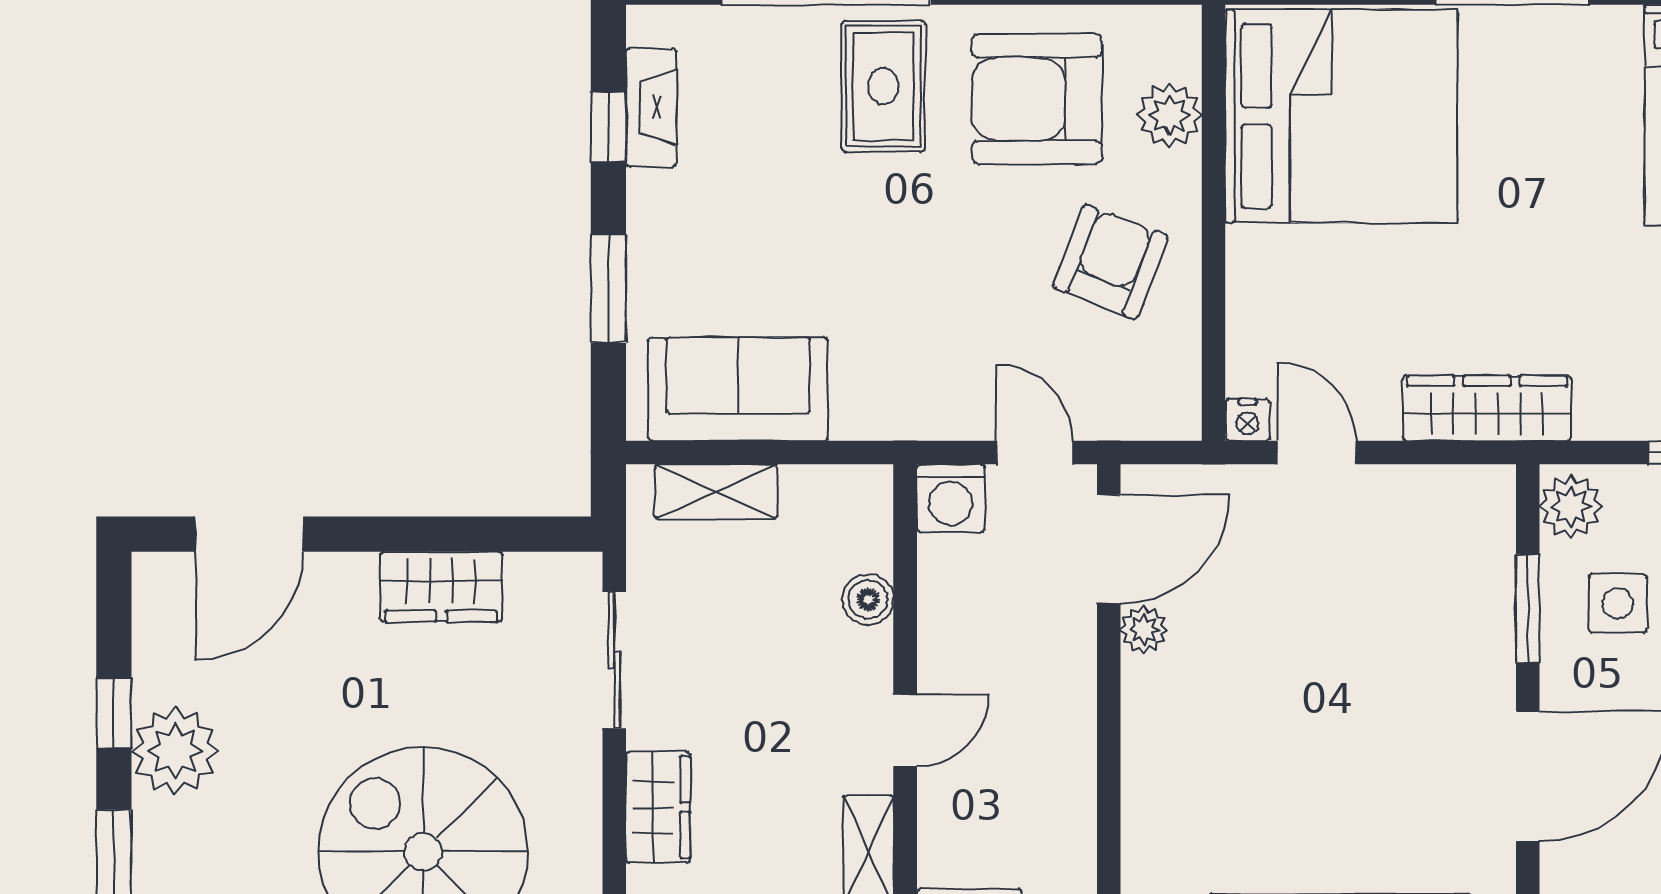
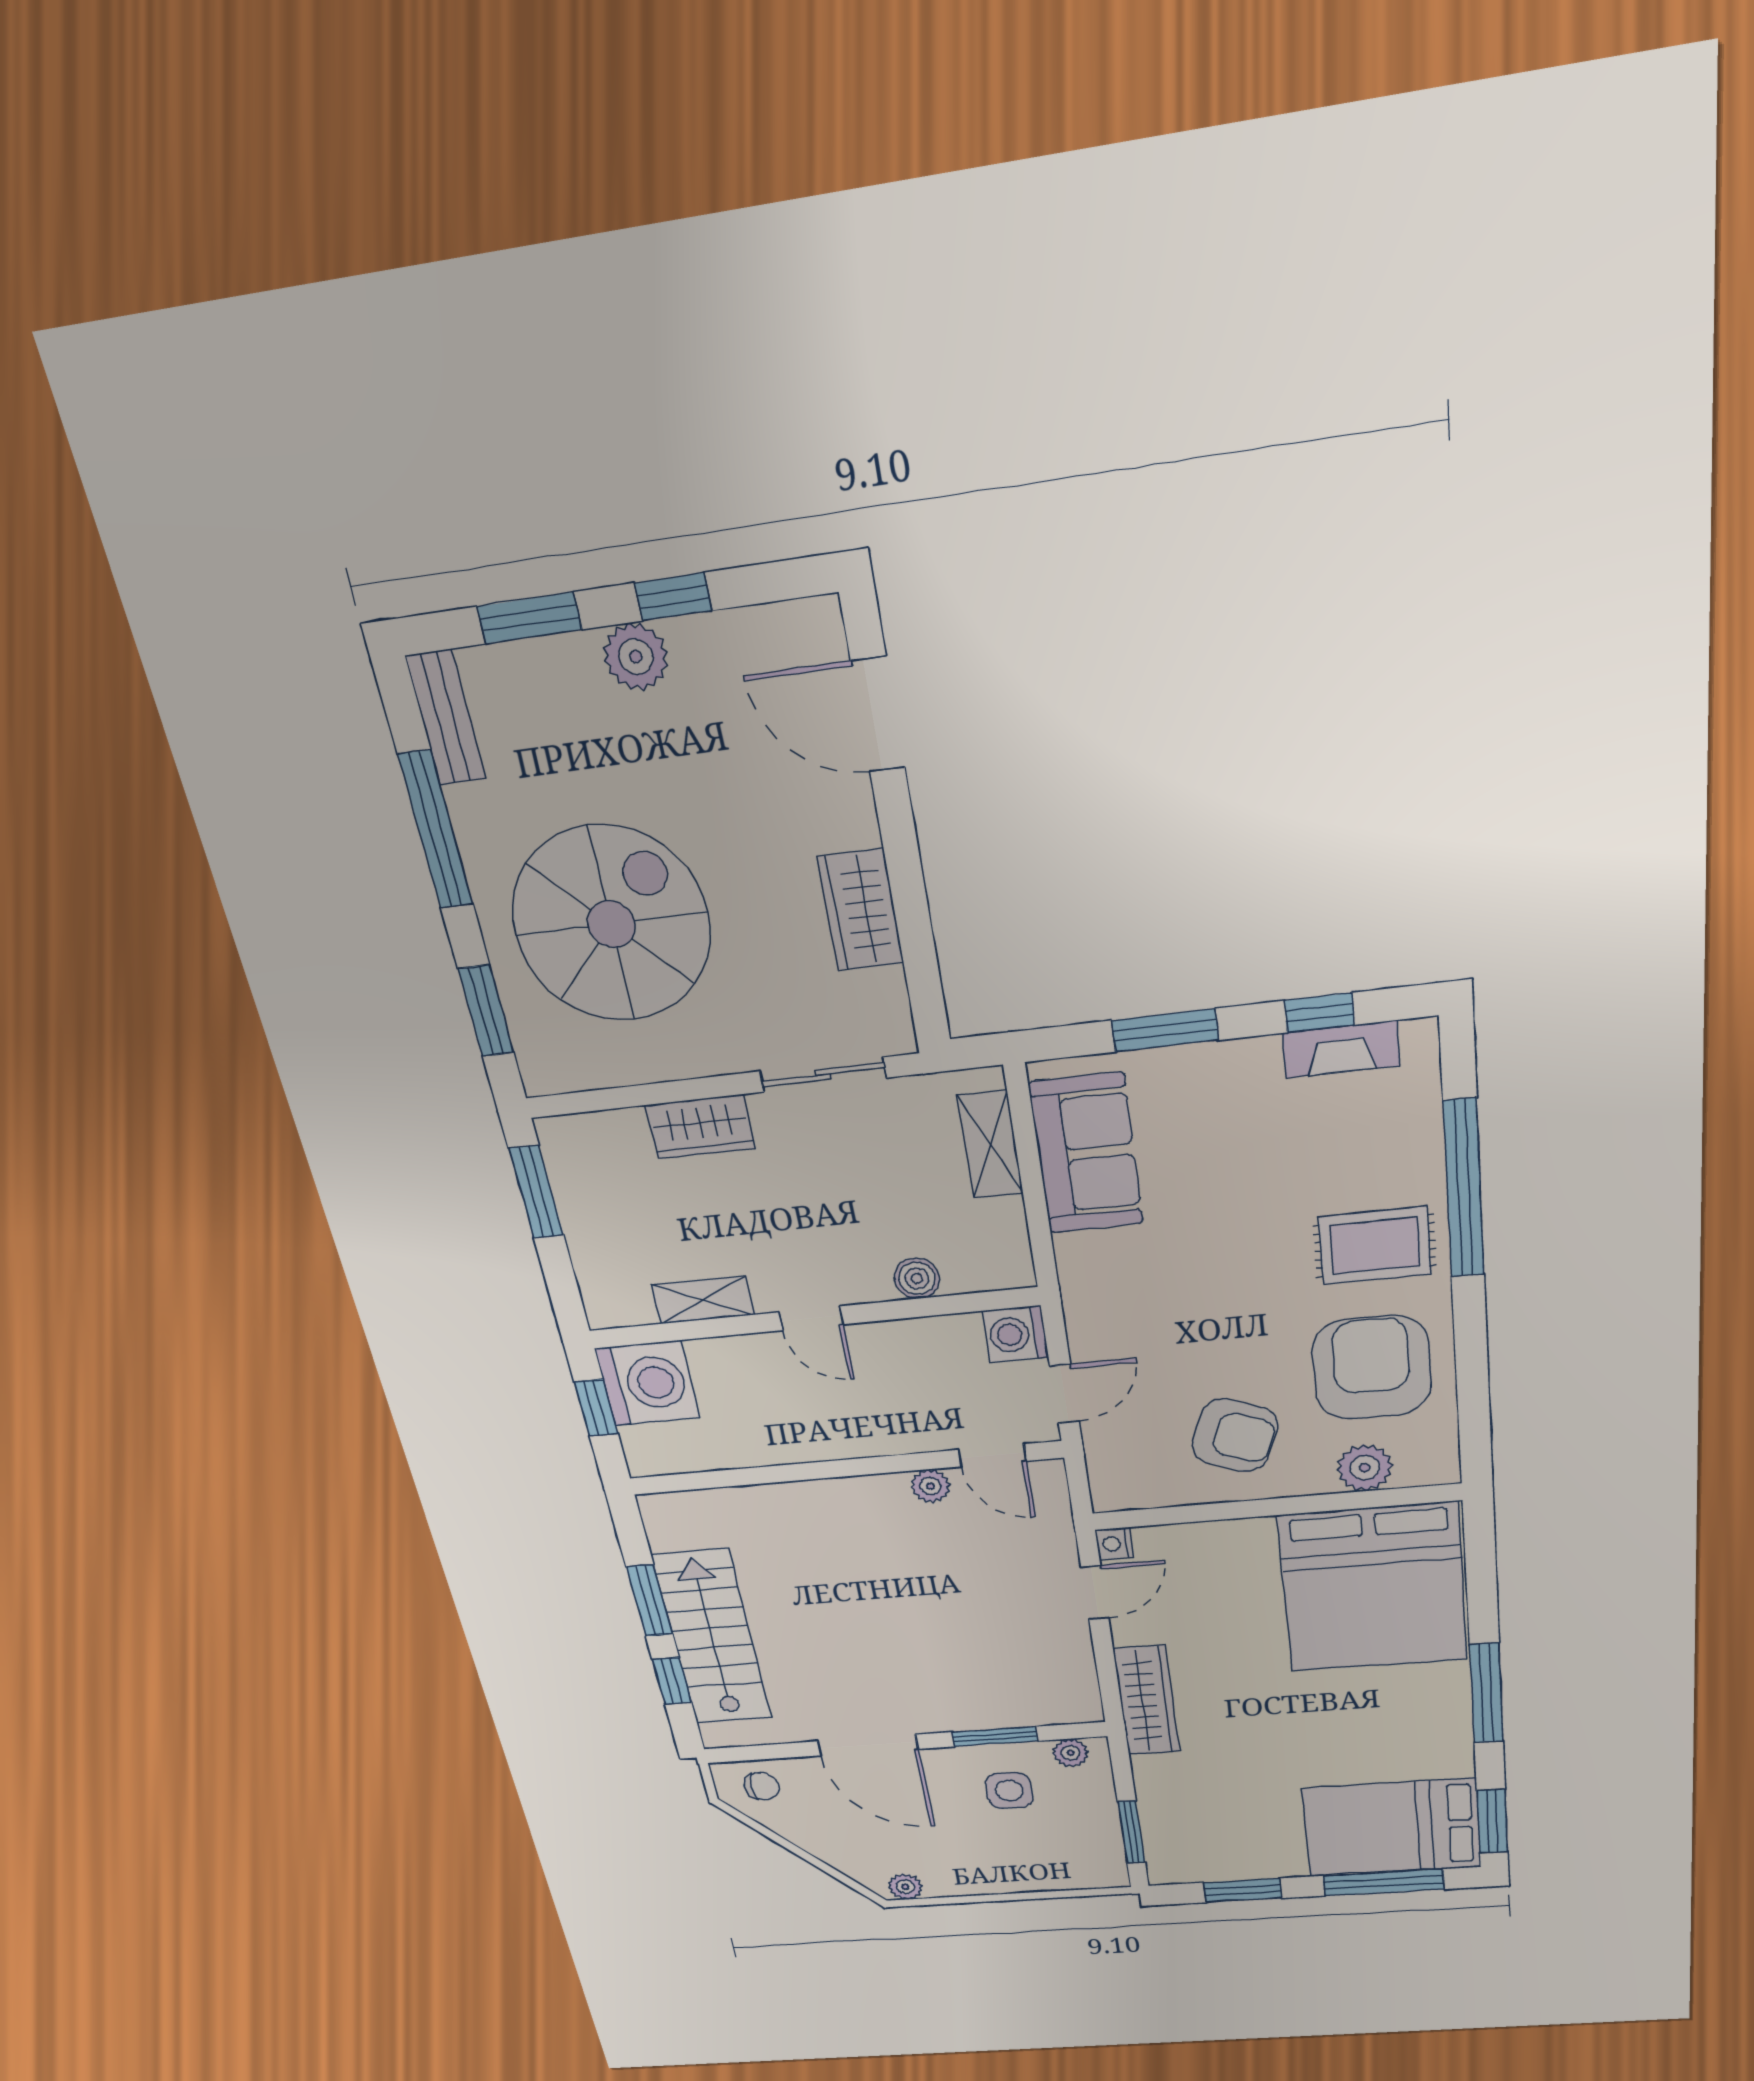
plant: (1571, 506) -> (1071, 1753), width x0.73, depth x0.73
door: (1109, 549) -> (992, 1455), width x0.73
plant: (175, 751) -> (636, 657), width x0.73, depth x0.73

